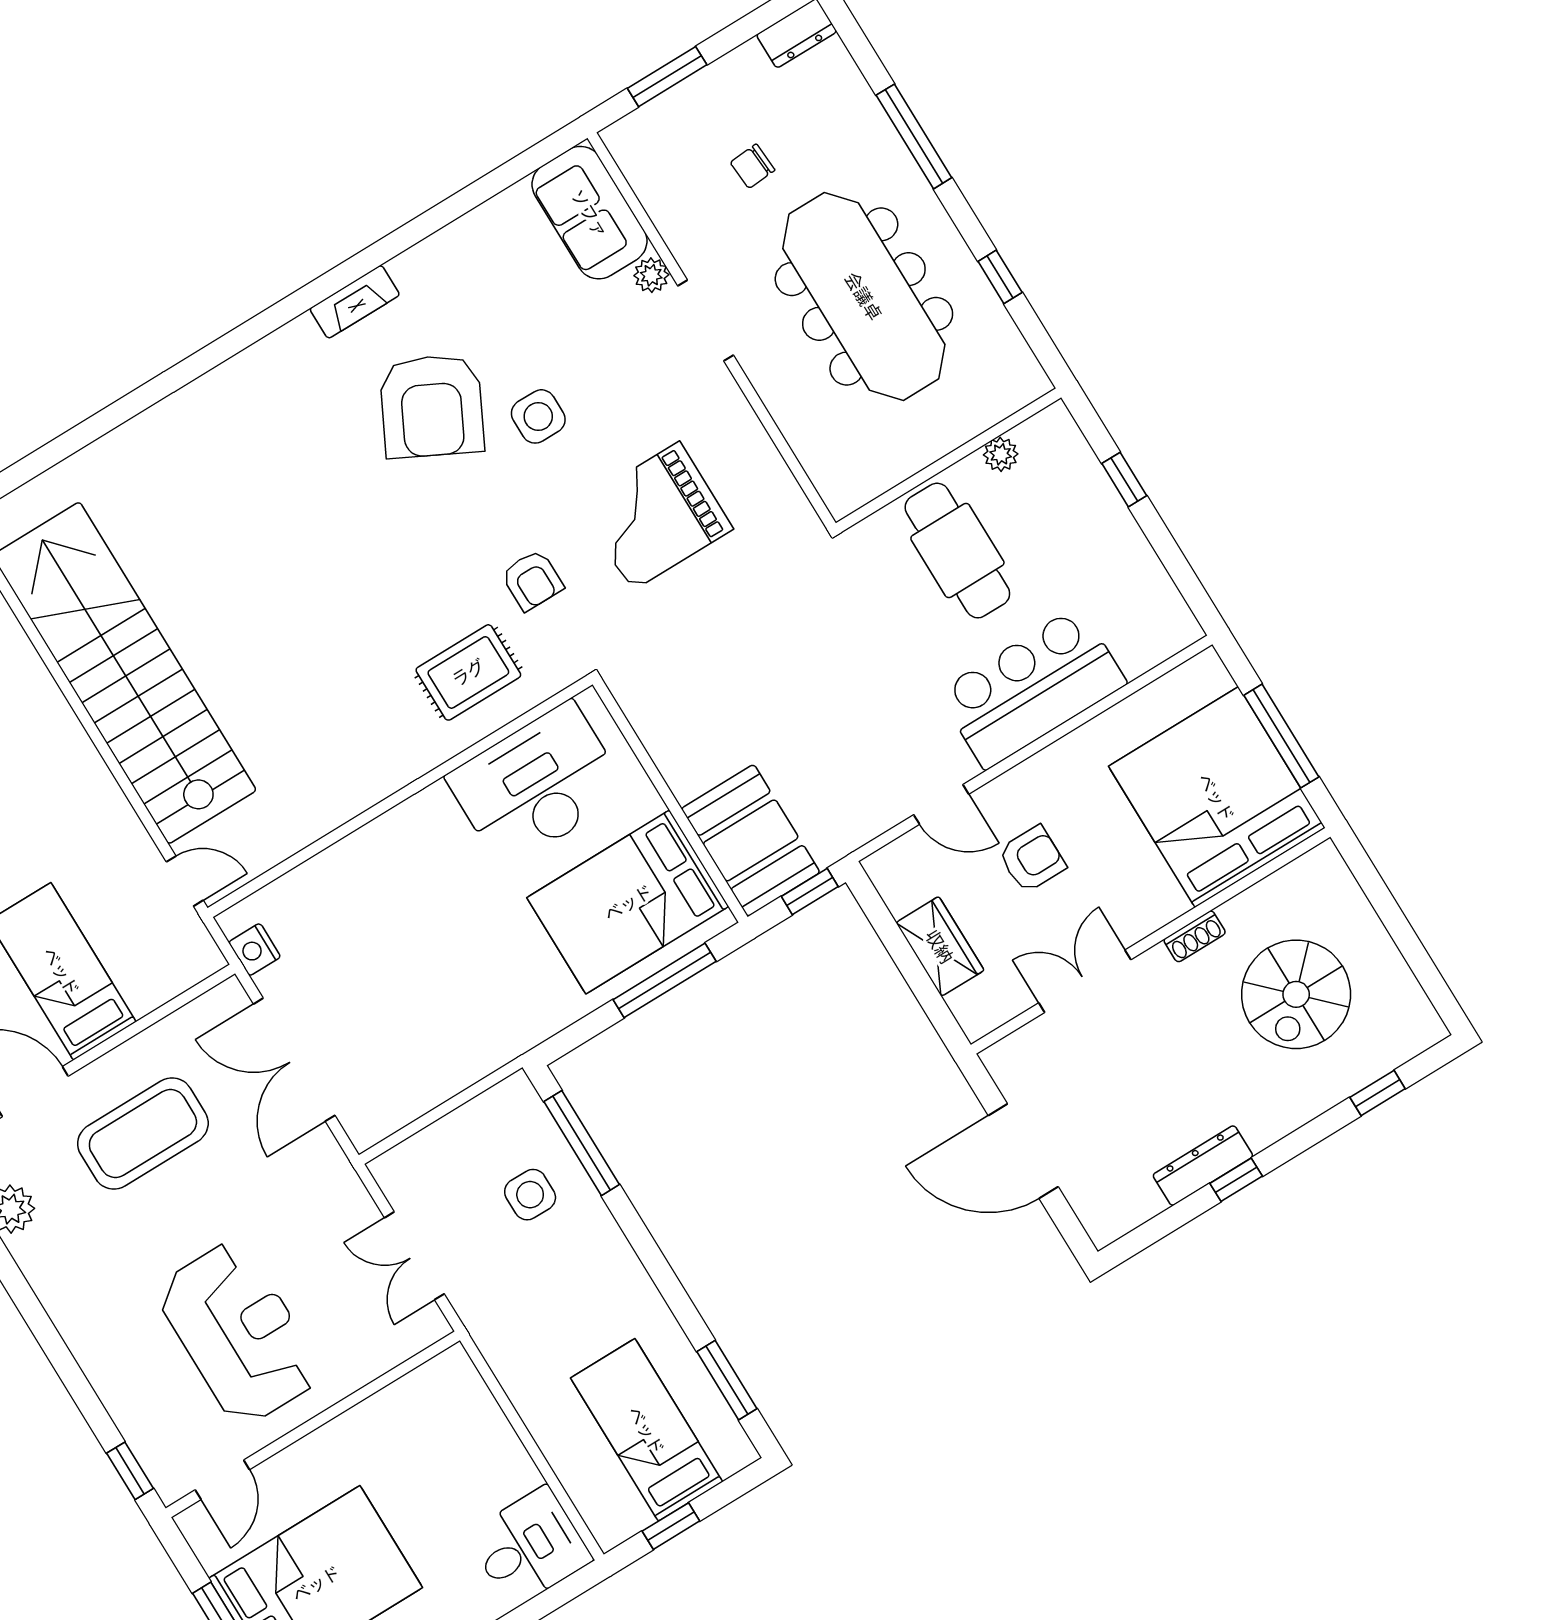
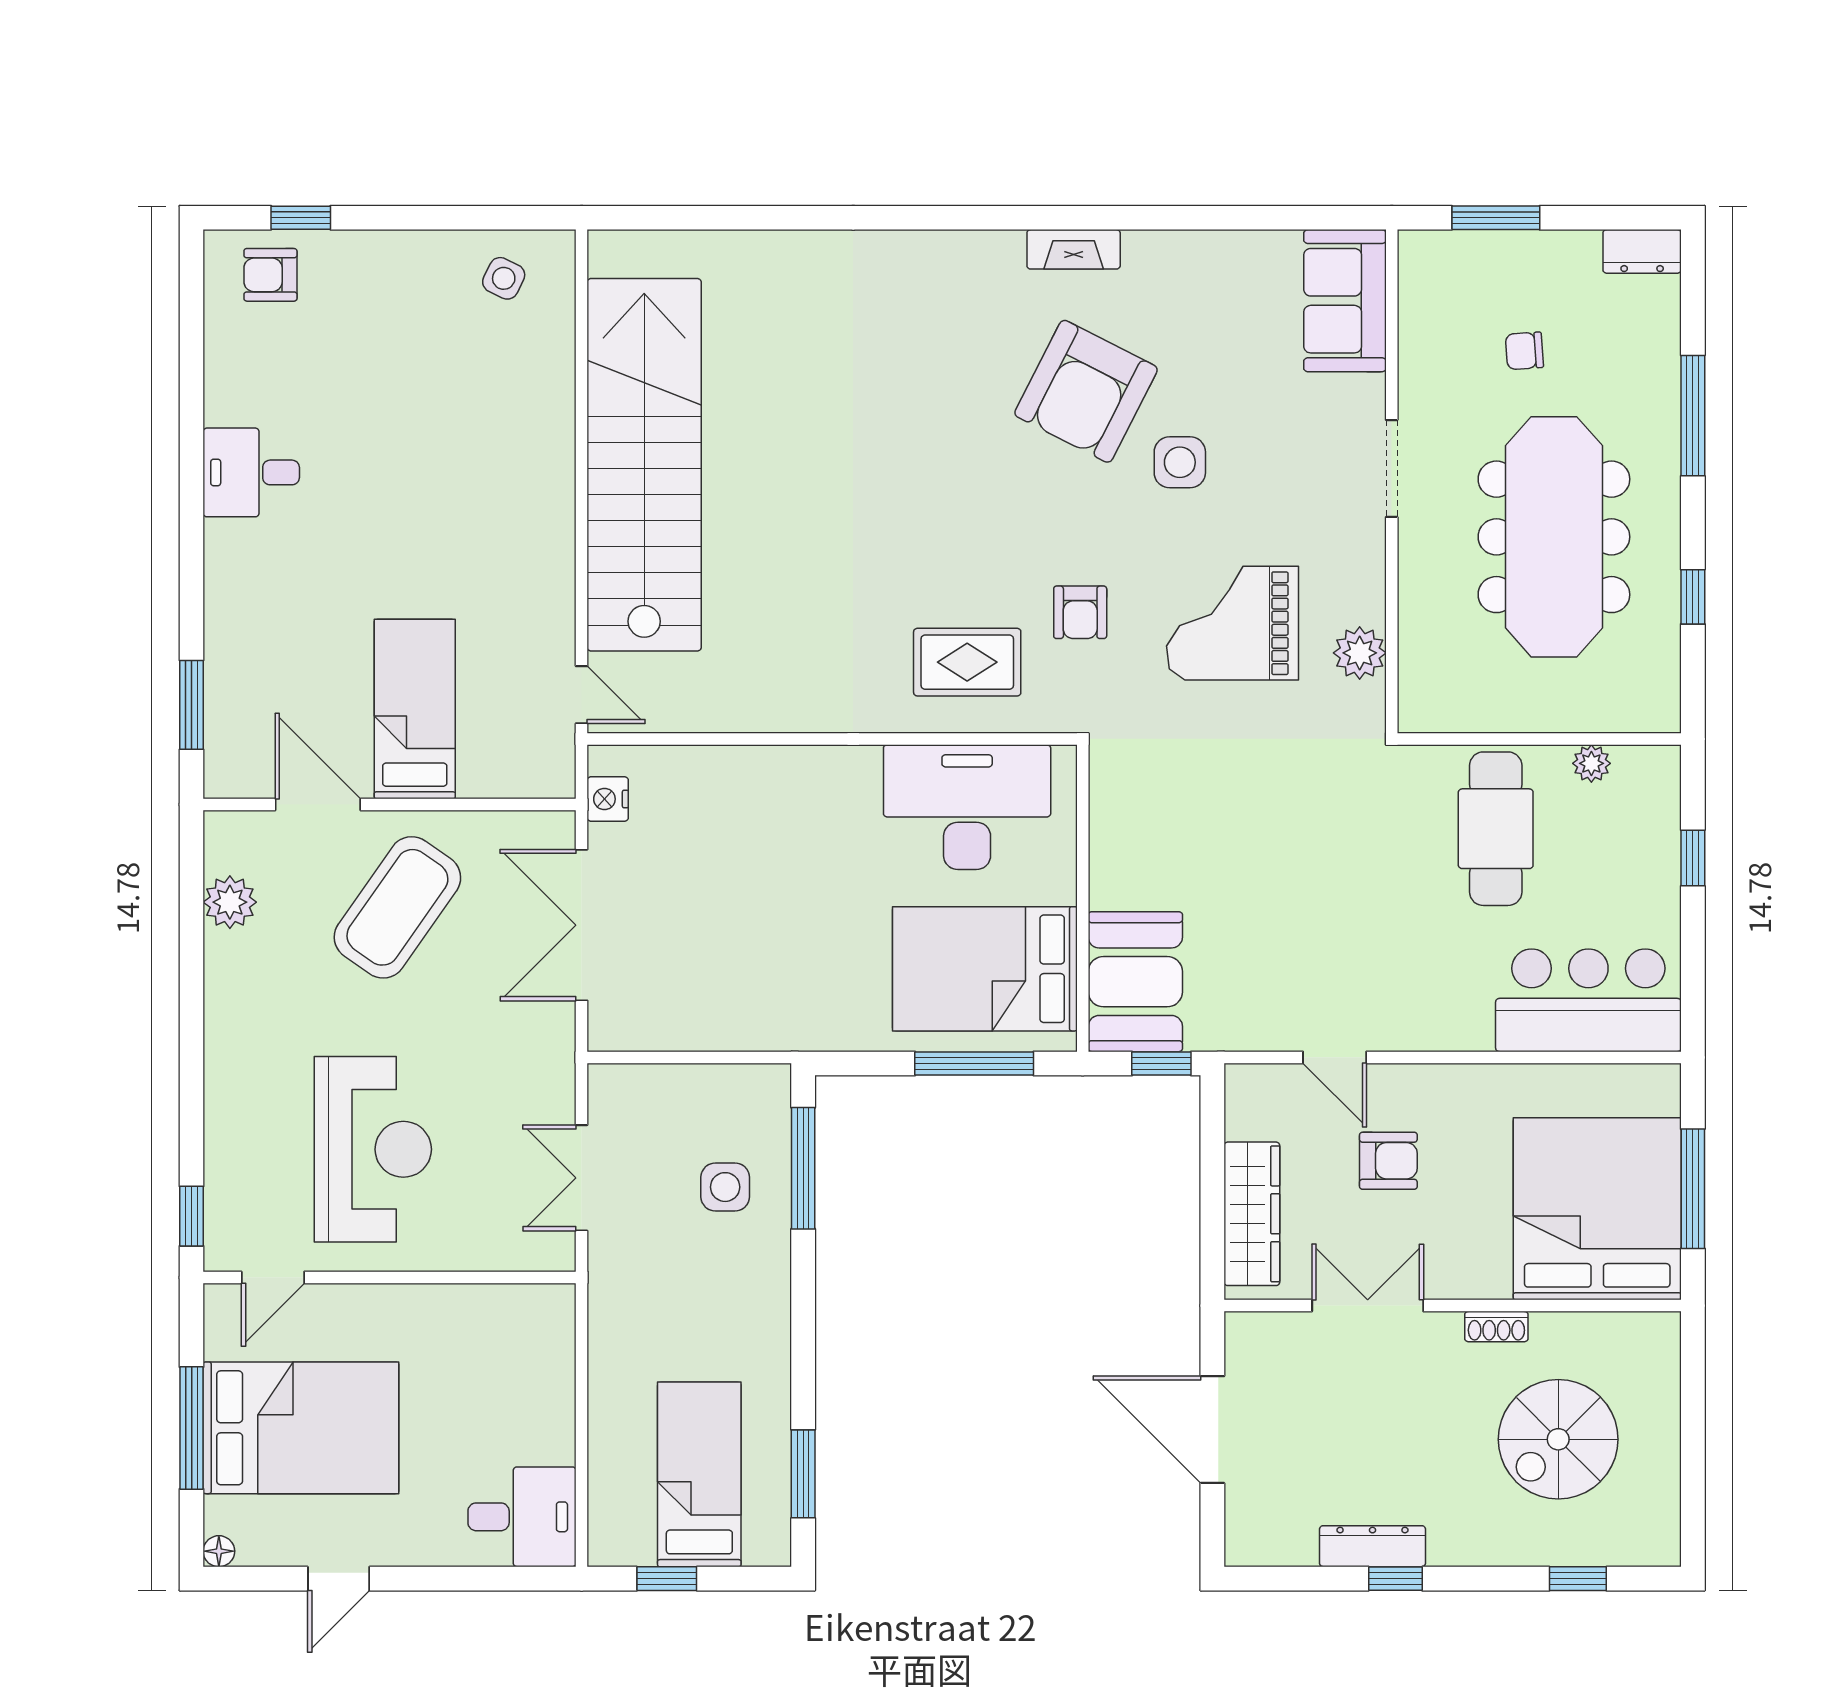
plant: (651, 275) -> (1360, 653), moved, width x1.38, depth x1.38
bar counter: (1032, 688) -> (1588, 1000), moved
wardrobe: (940, 946) -> (1252, 1214), width x1.50
coffee table: (143, 1133) -> (397, 907), turned -55

